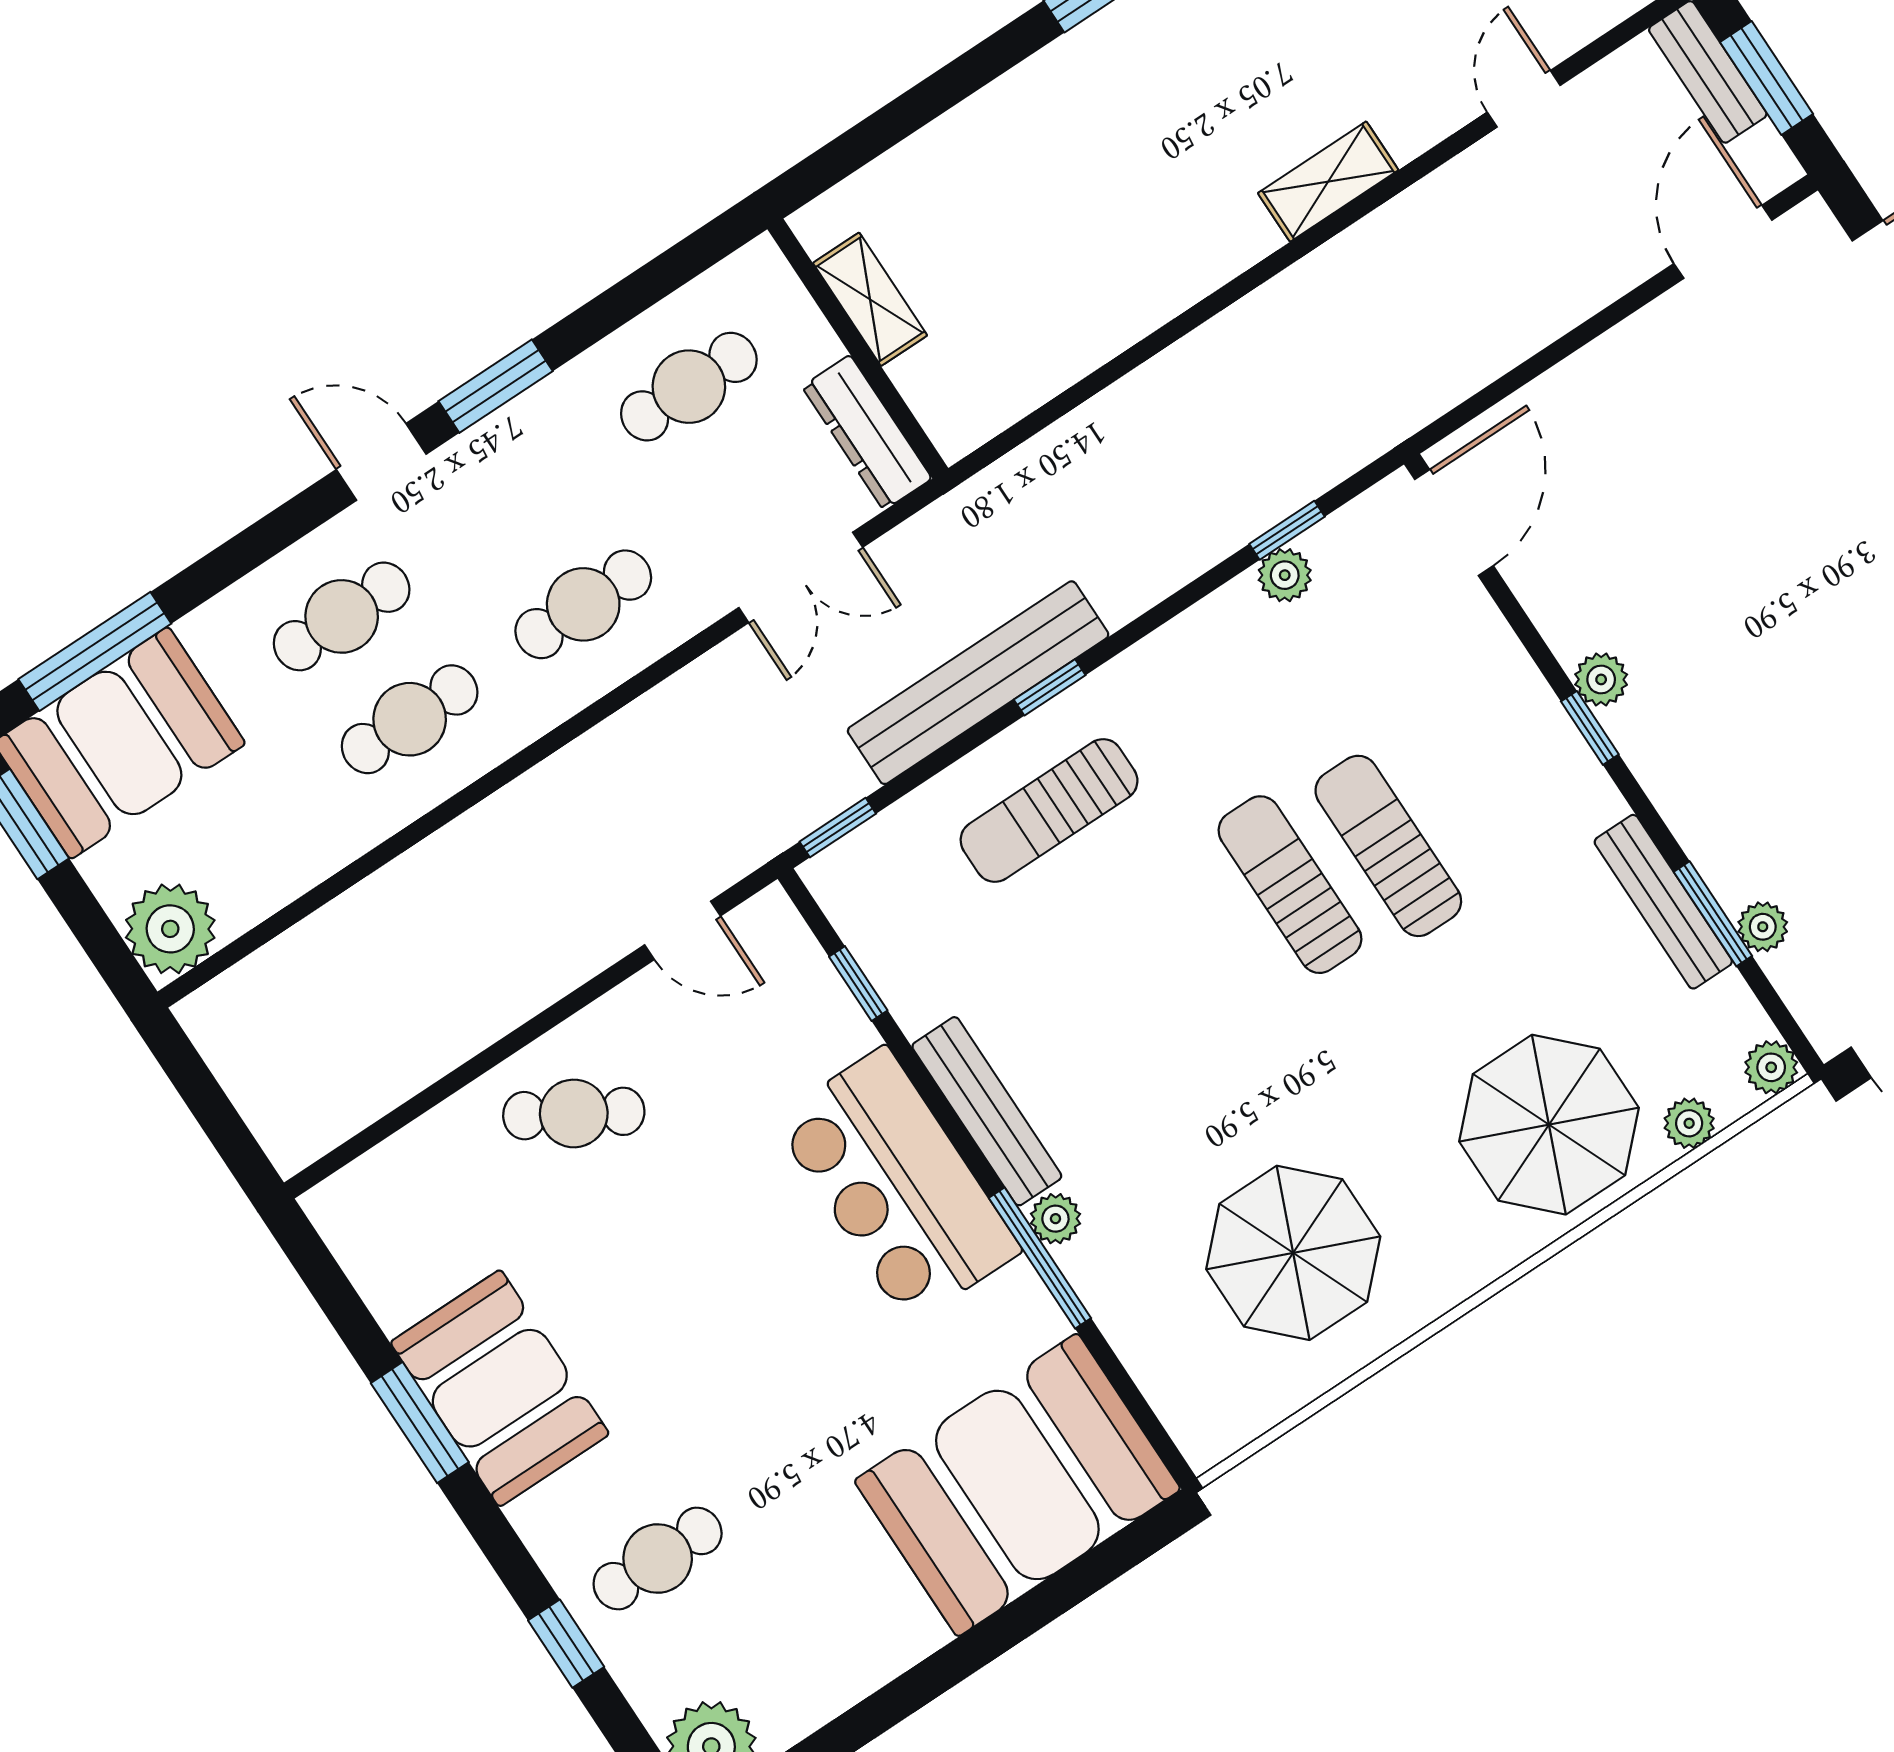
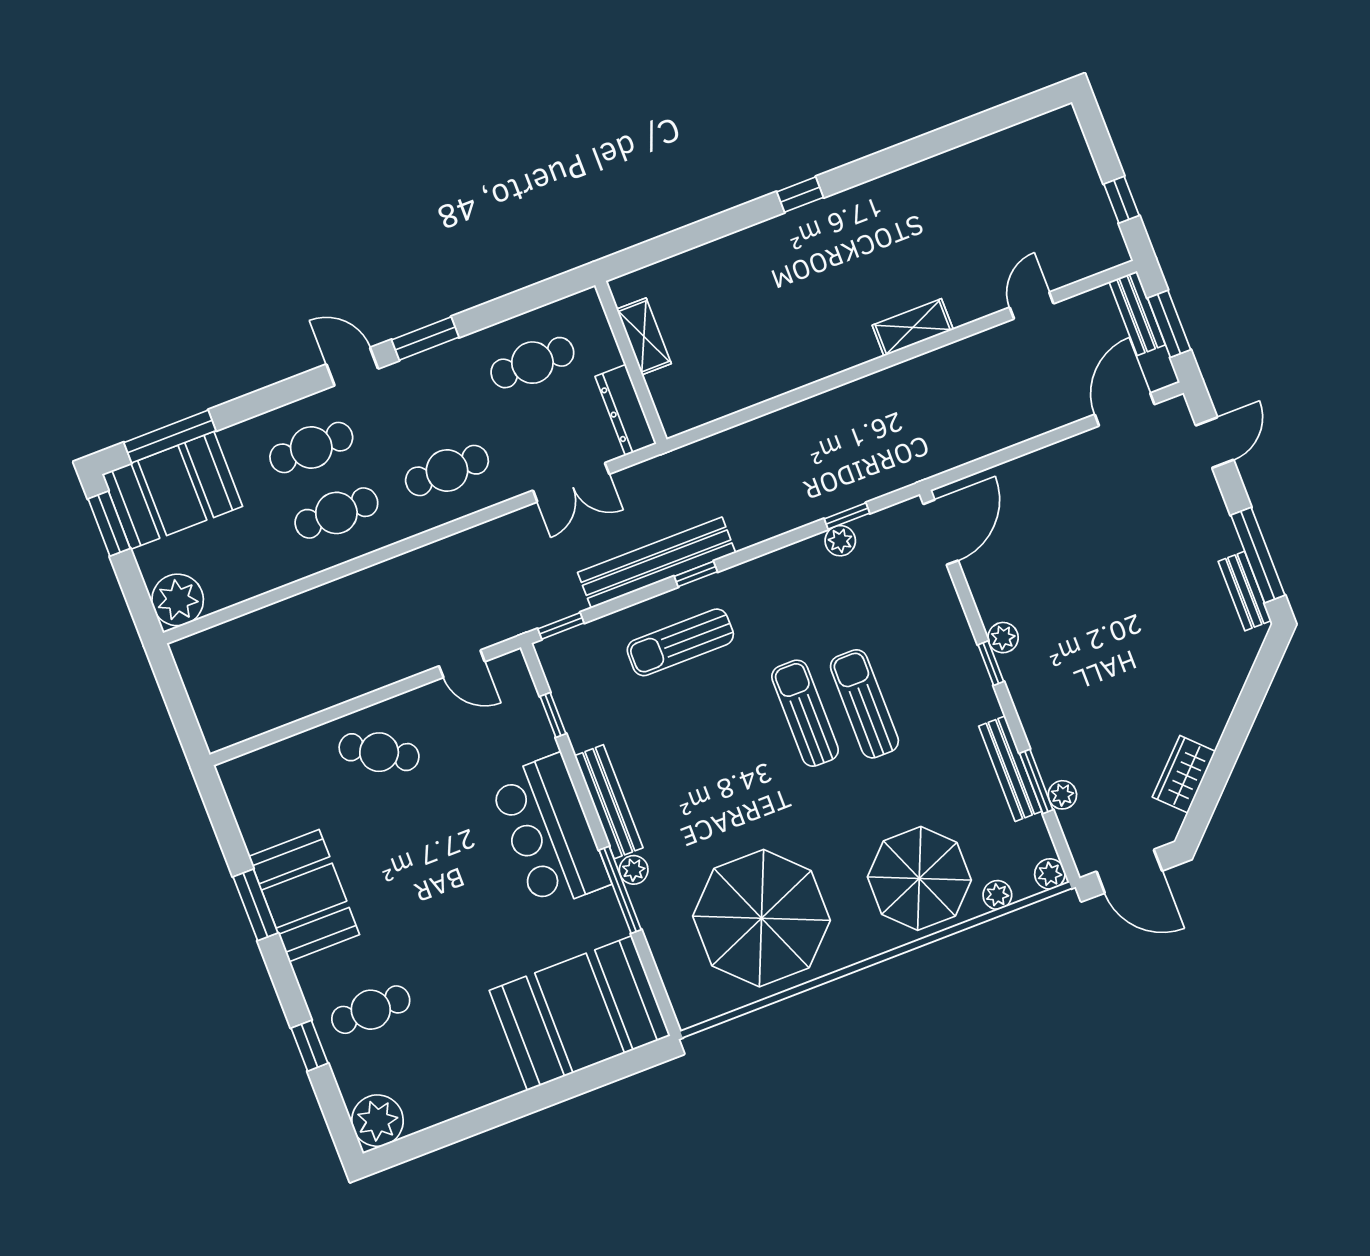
parasol: (1293, 1253) -> (761, 918), width x1.36, depth x1.36

